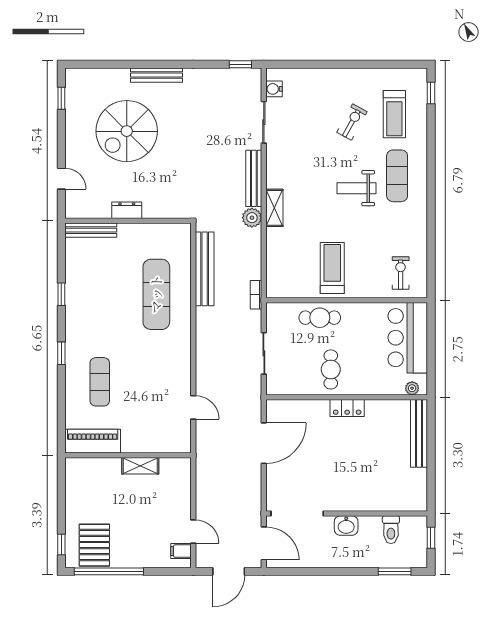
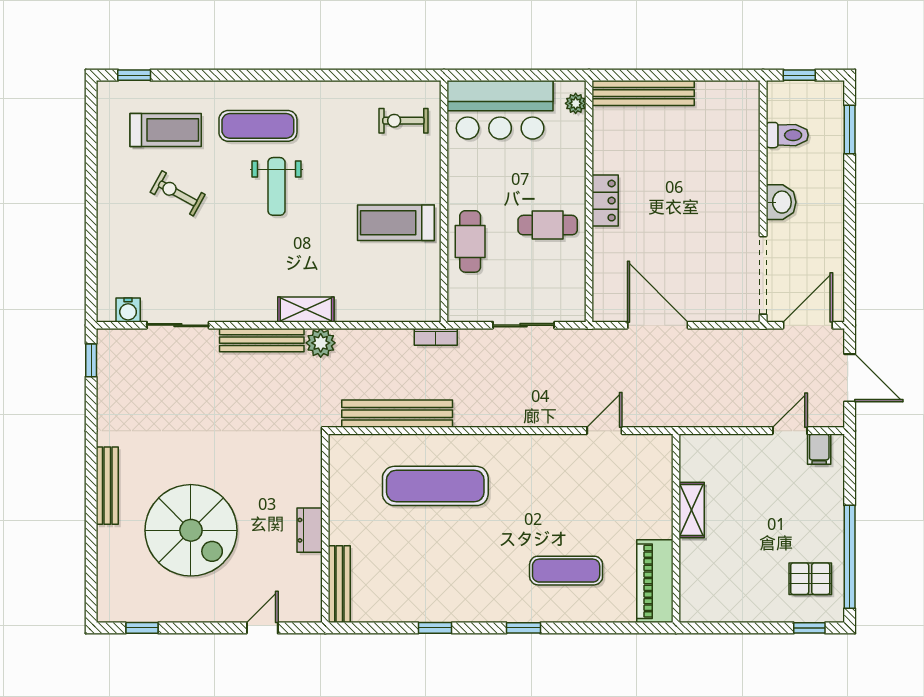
pallet: (94, 545) -> (810, 579), width x0.67, depth x0.71

